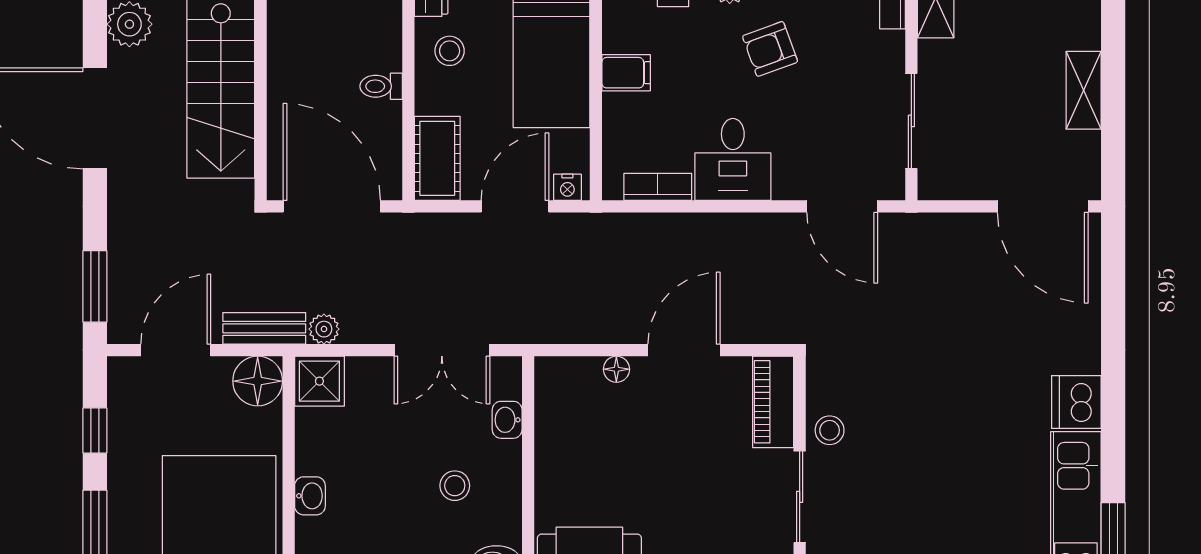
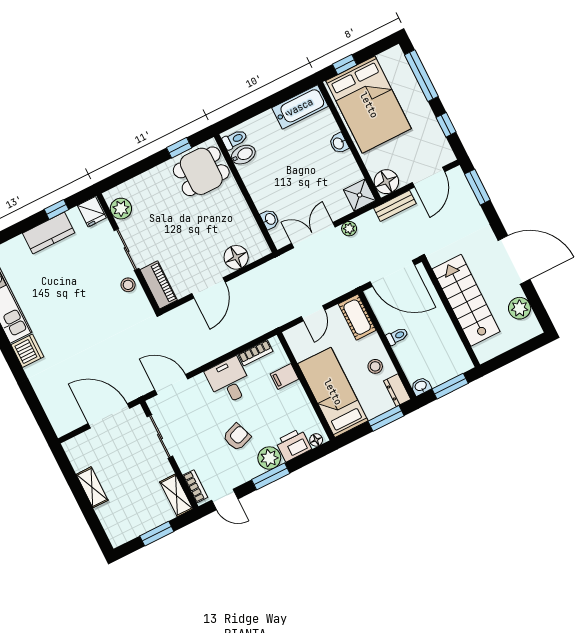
filing cabinet: (626, 73) -> (284, 376), moved
nightstand: (567, 187) -> (294, 333), removed
door: (515, 206) -> (313, 313), width x0.73
door: (1043, 206) -> (109, 416), moved
plant: (324, 329) -> (349, 229), moved
floor lamp: (616, 369) -> (236, 257), width x1.89, depth x1.89
stool: (455, 486) -> (278, 179), removed

